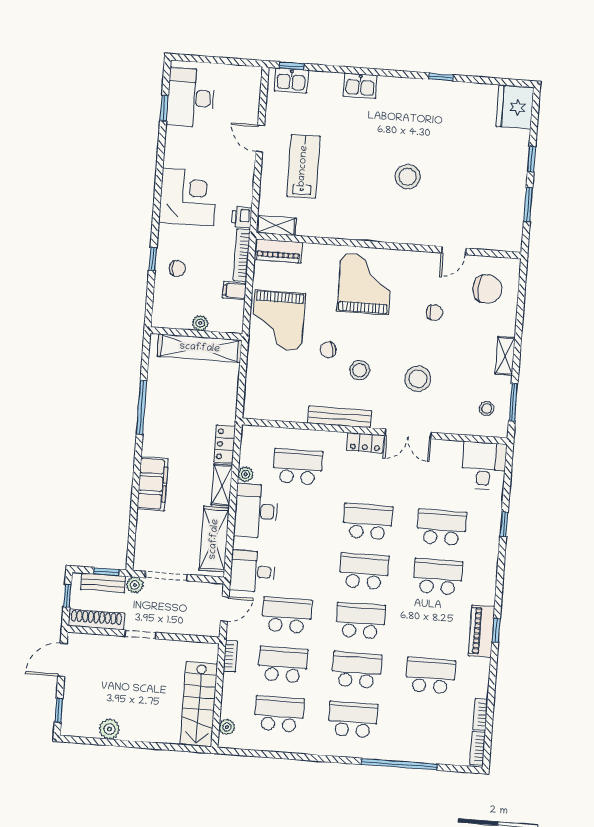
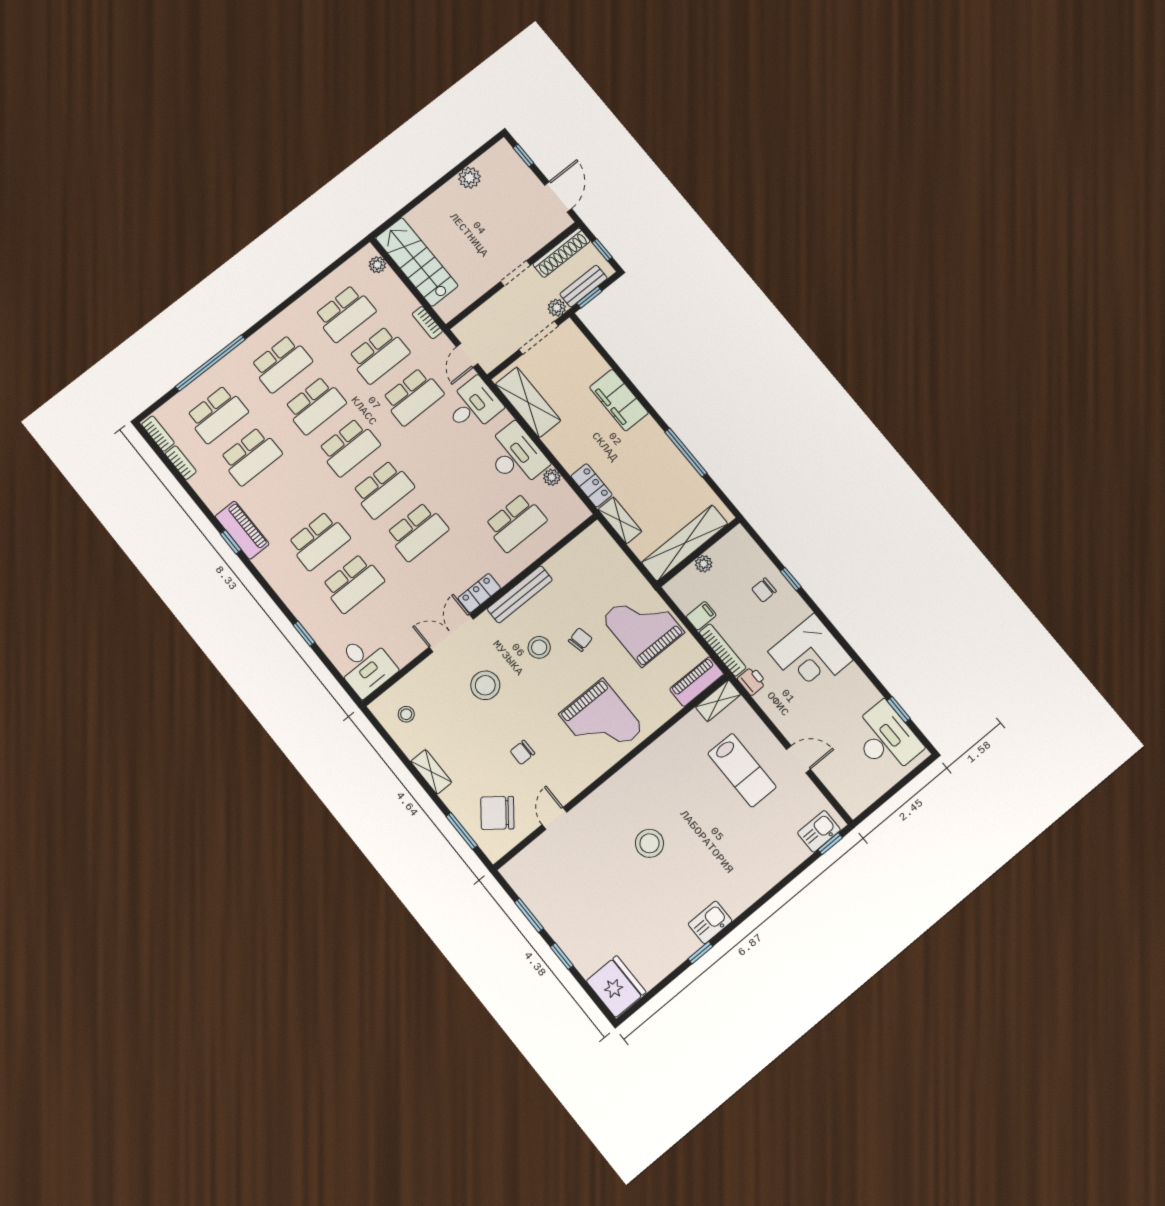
kitchen sink: (360, 86) -> (710, 922), moved
chair: (487, 289) -> (497, 813), turned 38
window: (513, 402) -> (462, 831), moved
shelving: (222, 485) -> (620, 520), moved
school desk: (427, 725) -> (217, 414), added

